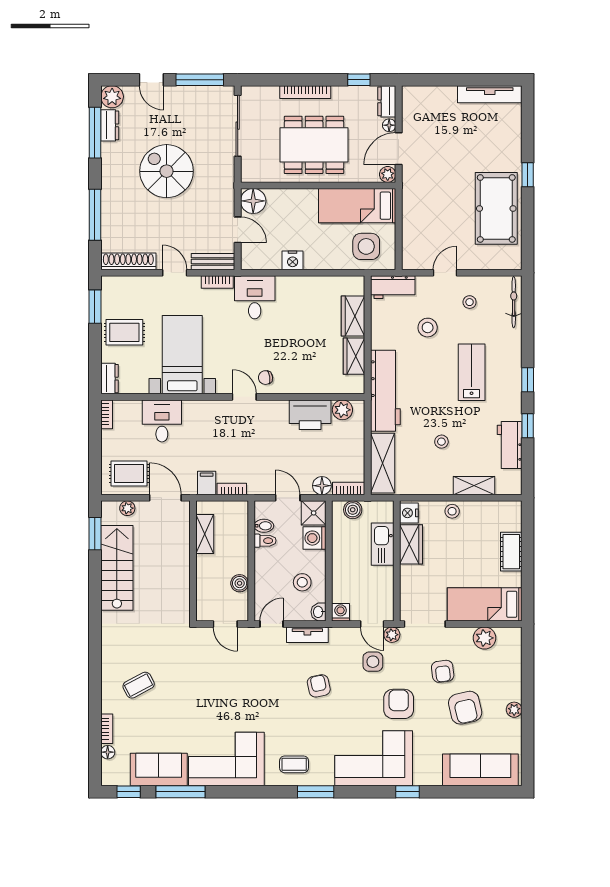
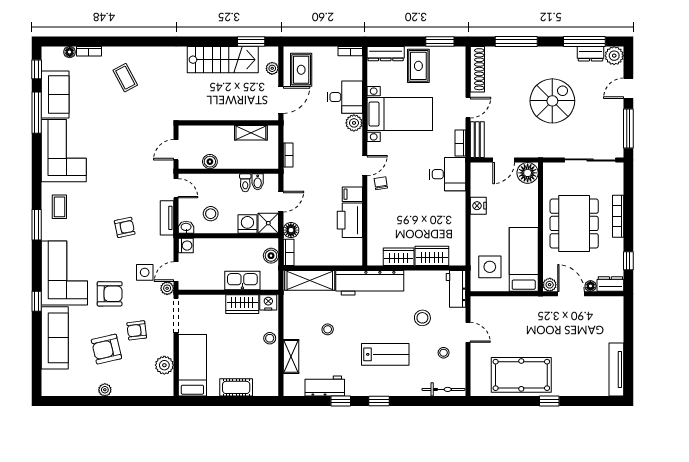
dresser: (110, 379) -> (386, 54), width x1.44
plant: (342, 410) -> (354, 123), moved
filing cabinet: (207, 483) -> (352, 194), moved, turned 180
sofa: (480, 770) -> (55, 338), moved

